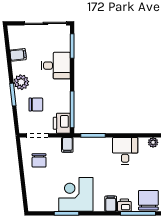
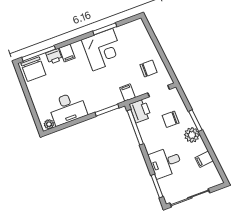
desk: (125, 151) -> (68, 108), width x1.37
chair: (39, 160) -> (149, 68), turned 90

